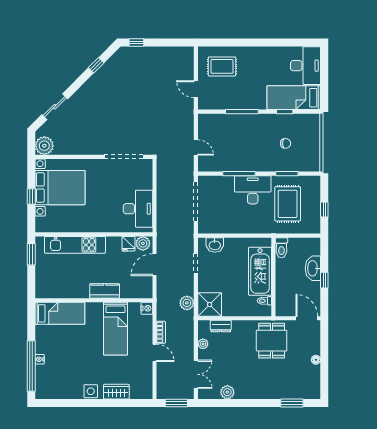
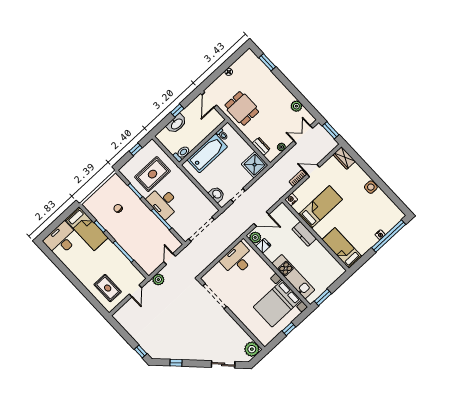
bed with nightstands: (60, 188) -> (277, 303), moved, turned -90
plant: (187, 303) -> (158, 280), moved
dining table: (272, 341) -> (242, 108), turned 90
door: (155, 353) -> (313, 171), hinge flipped
wardrobe: (116, 392) -> (344, 158), moved

